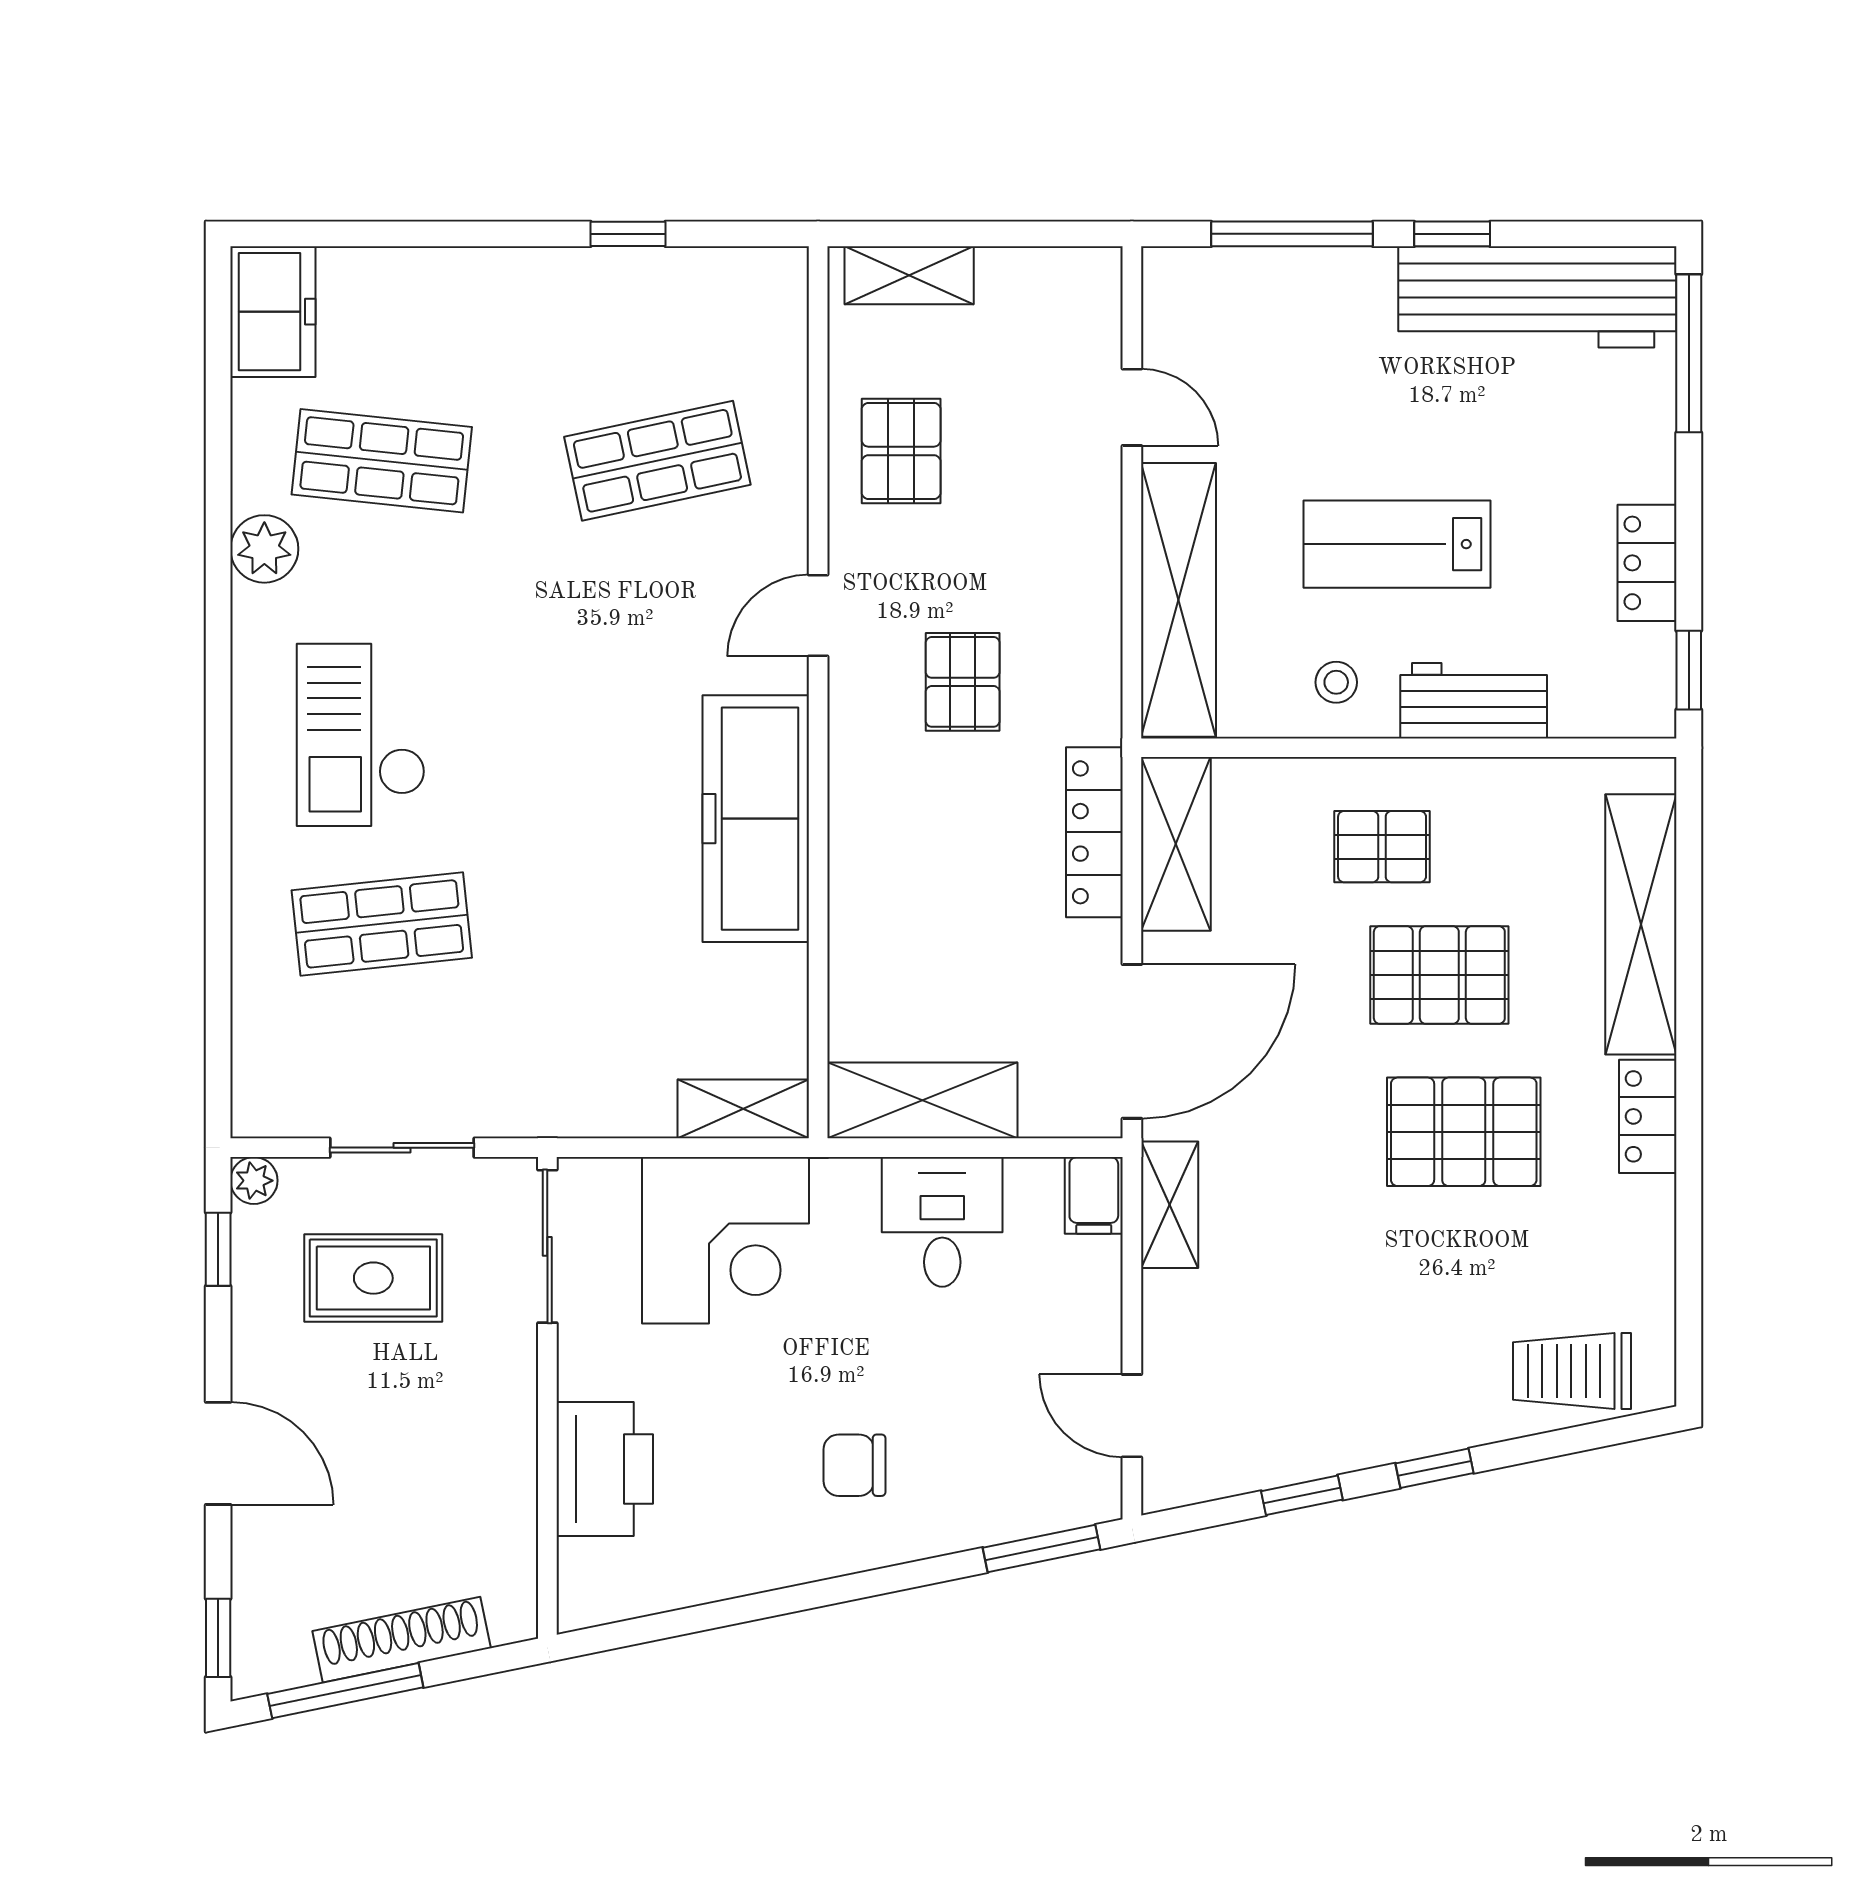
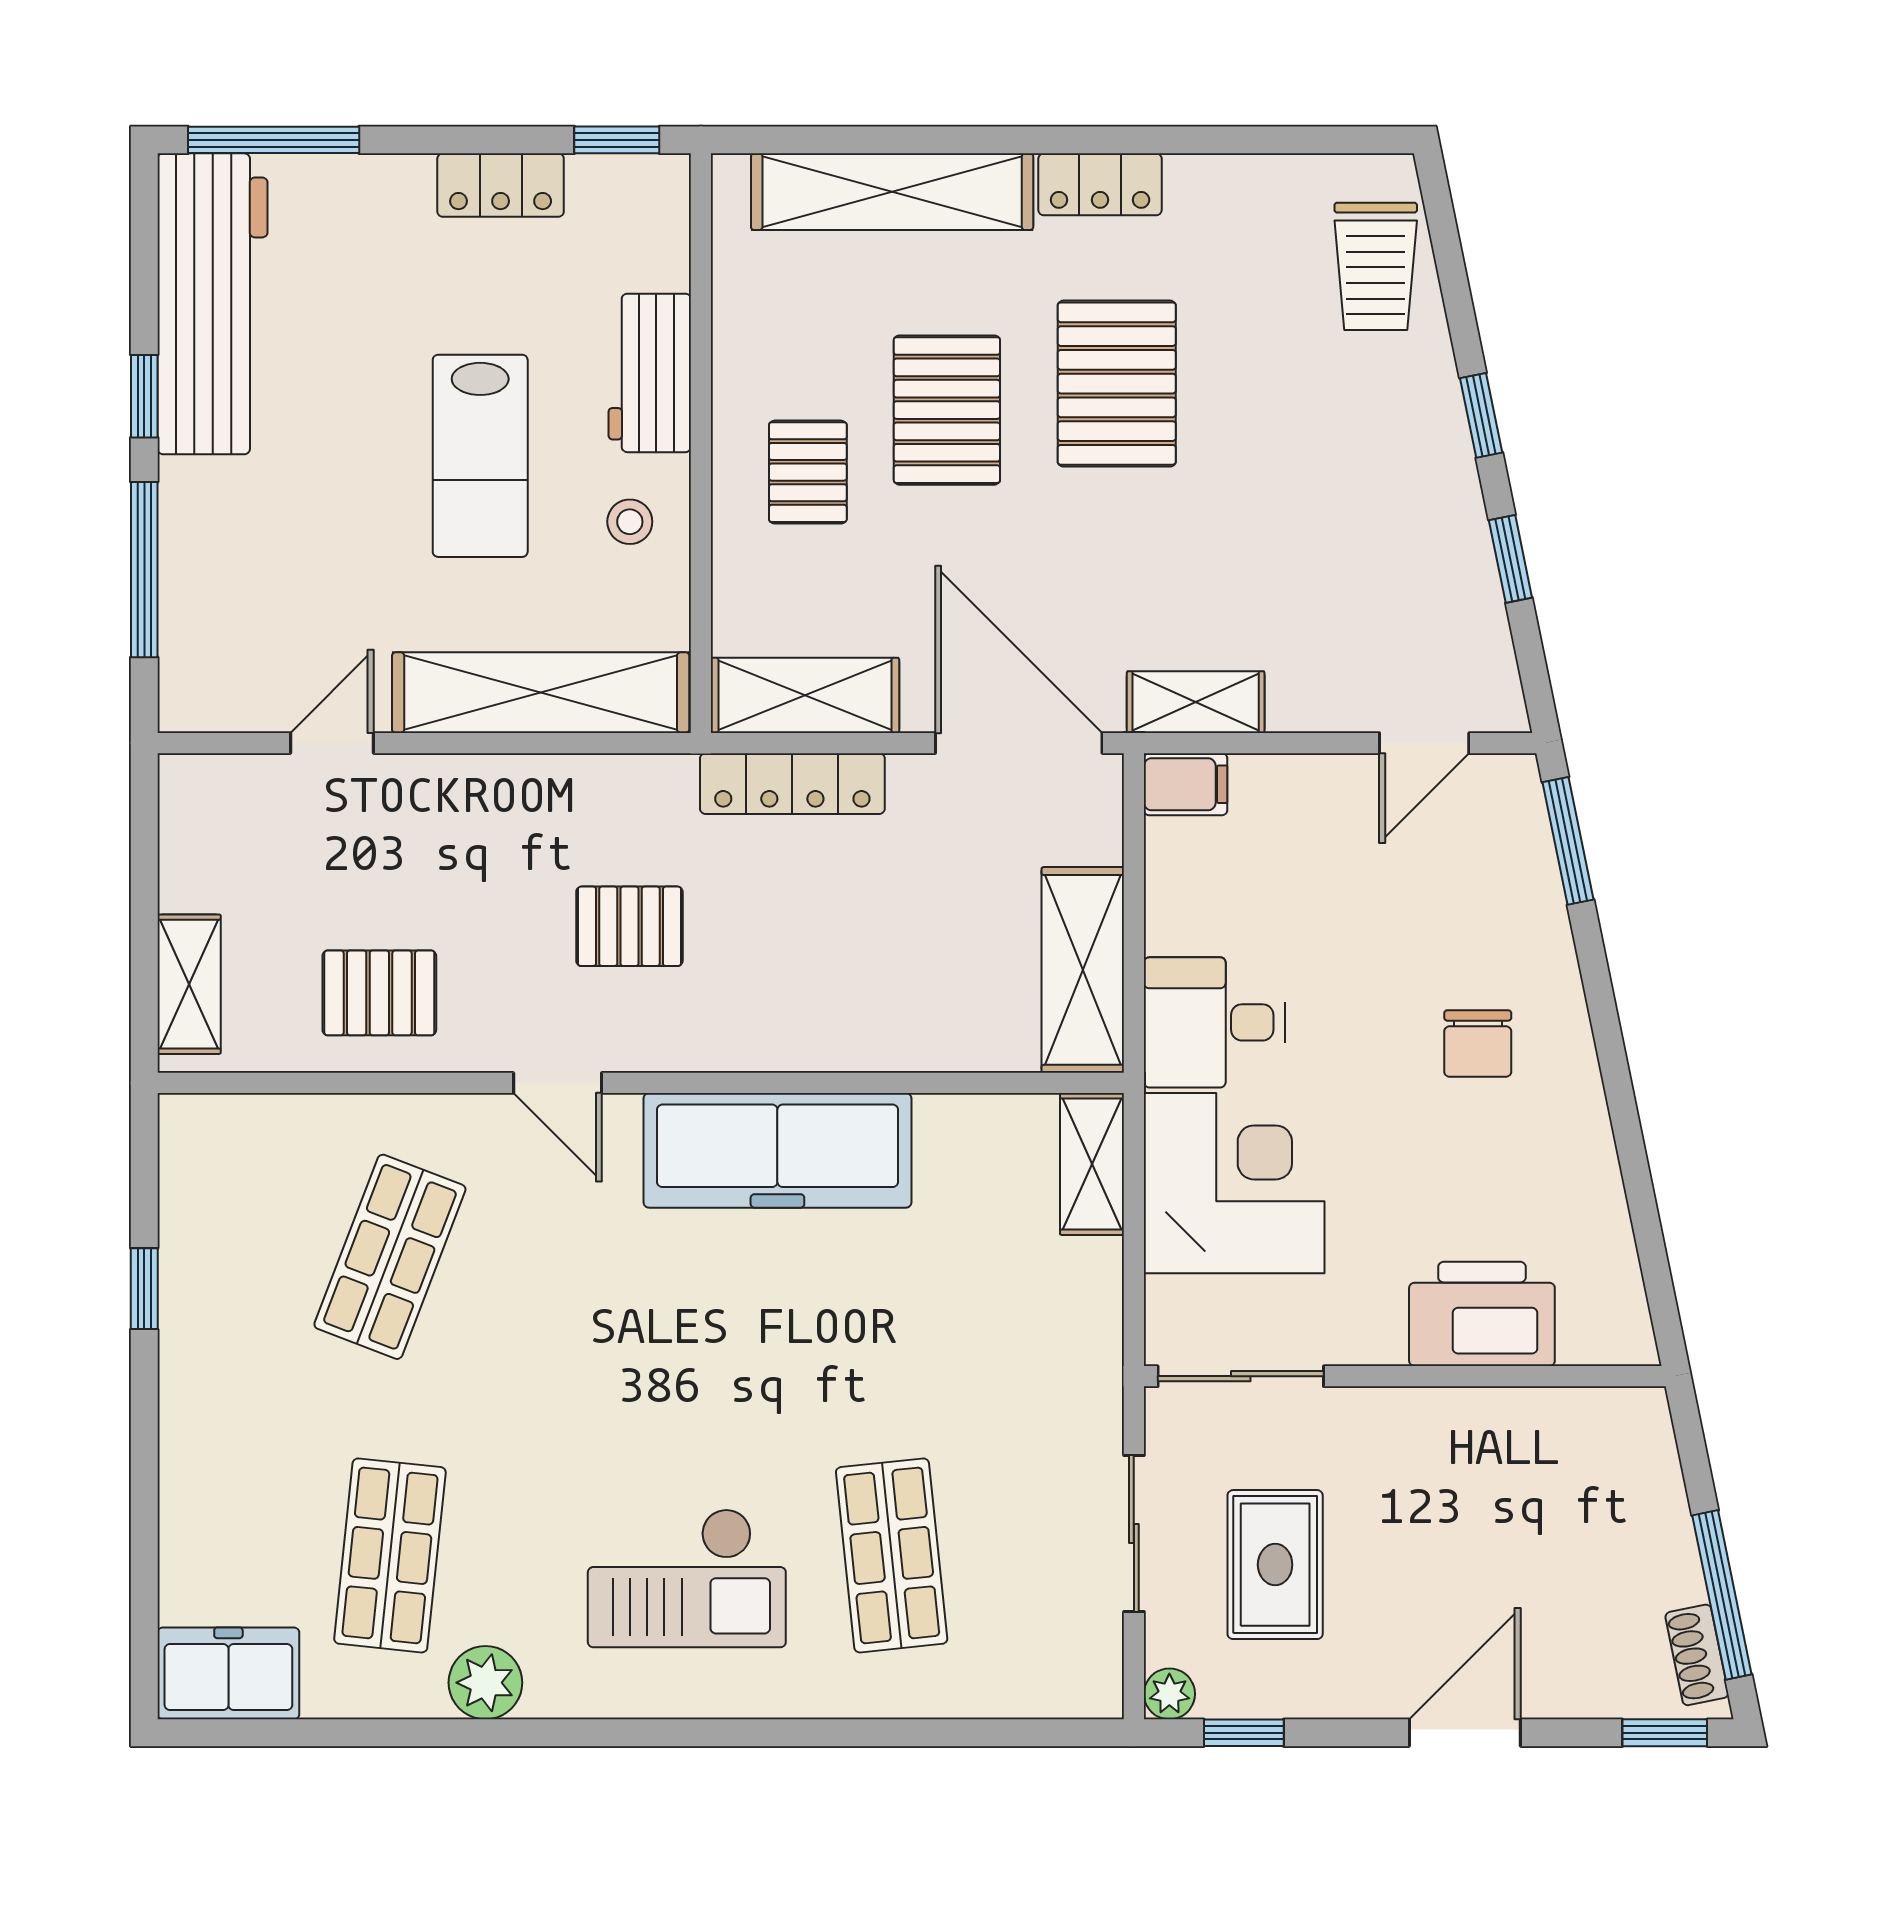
shop shelf: (657, 461) -> (390, 1257), turned 33
desk: (942, 1222) -> (1214, 1022), moved
shoe rack: (402, 1640) -> (1697, 1655), moved, width x0.51, depth x0.81

